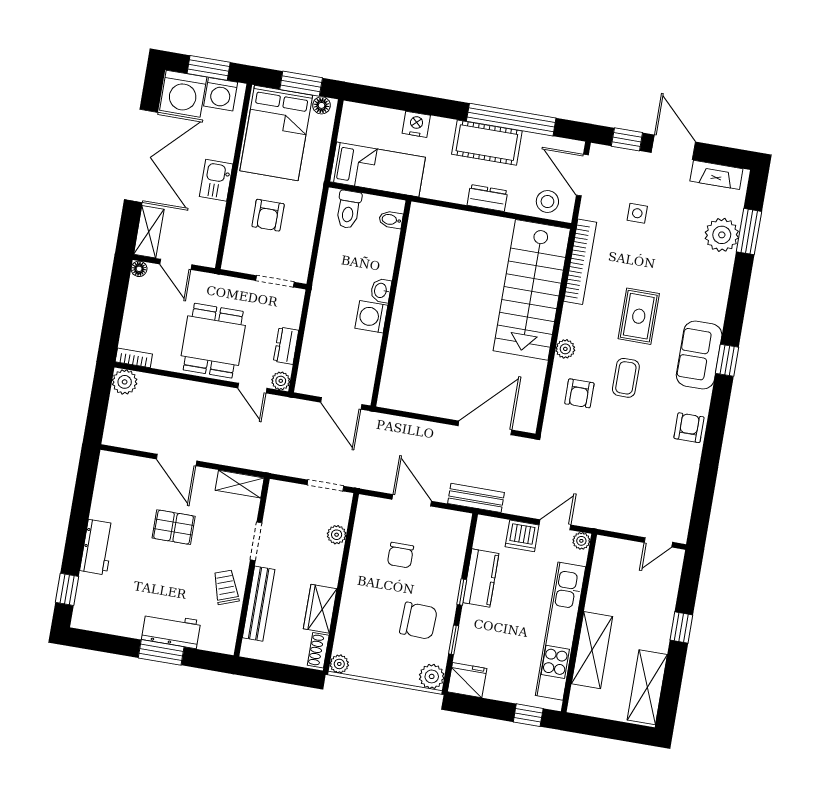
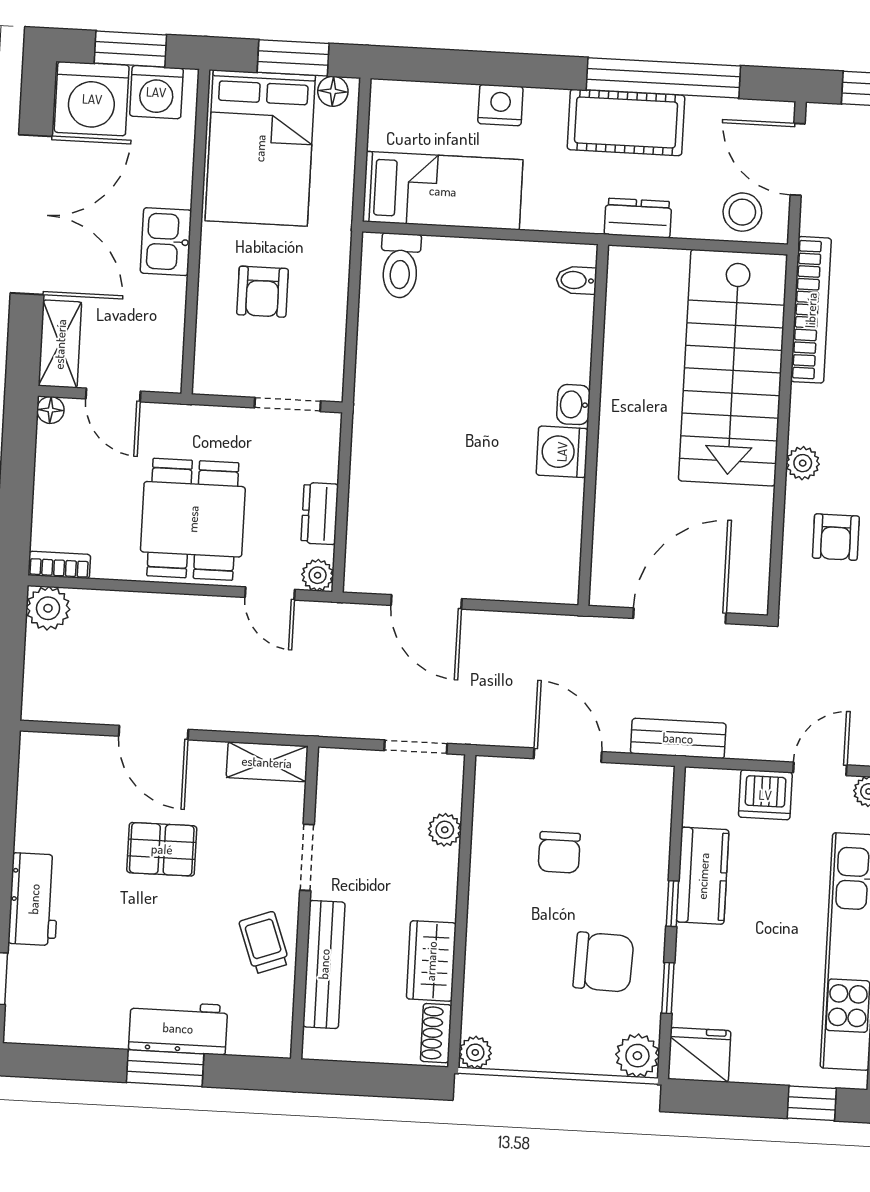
bidet: (391, 220) -> (576, 280), moved
washbasin: (381, 290) -> (573, 405), moved
wall: (391, 303) -> (593, 425), moved
washing machine: (371, 317) -> (562, 452), moved

